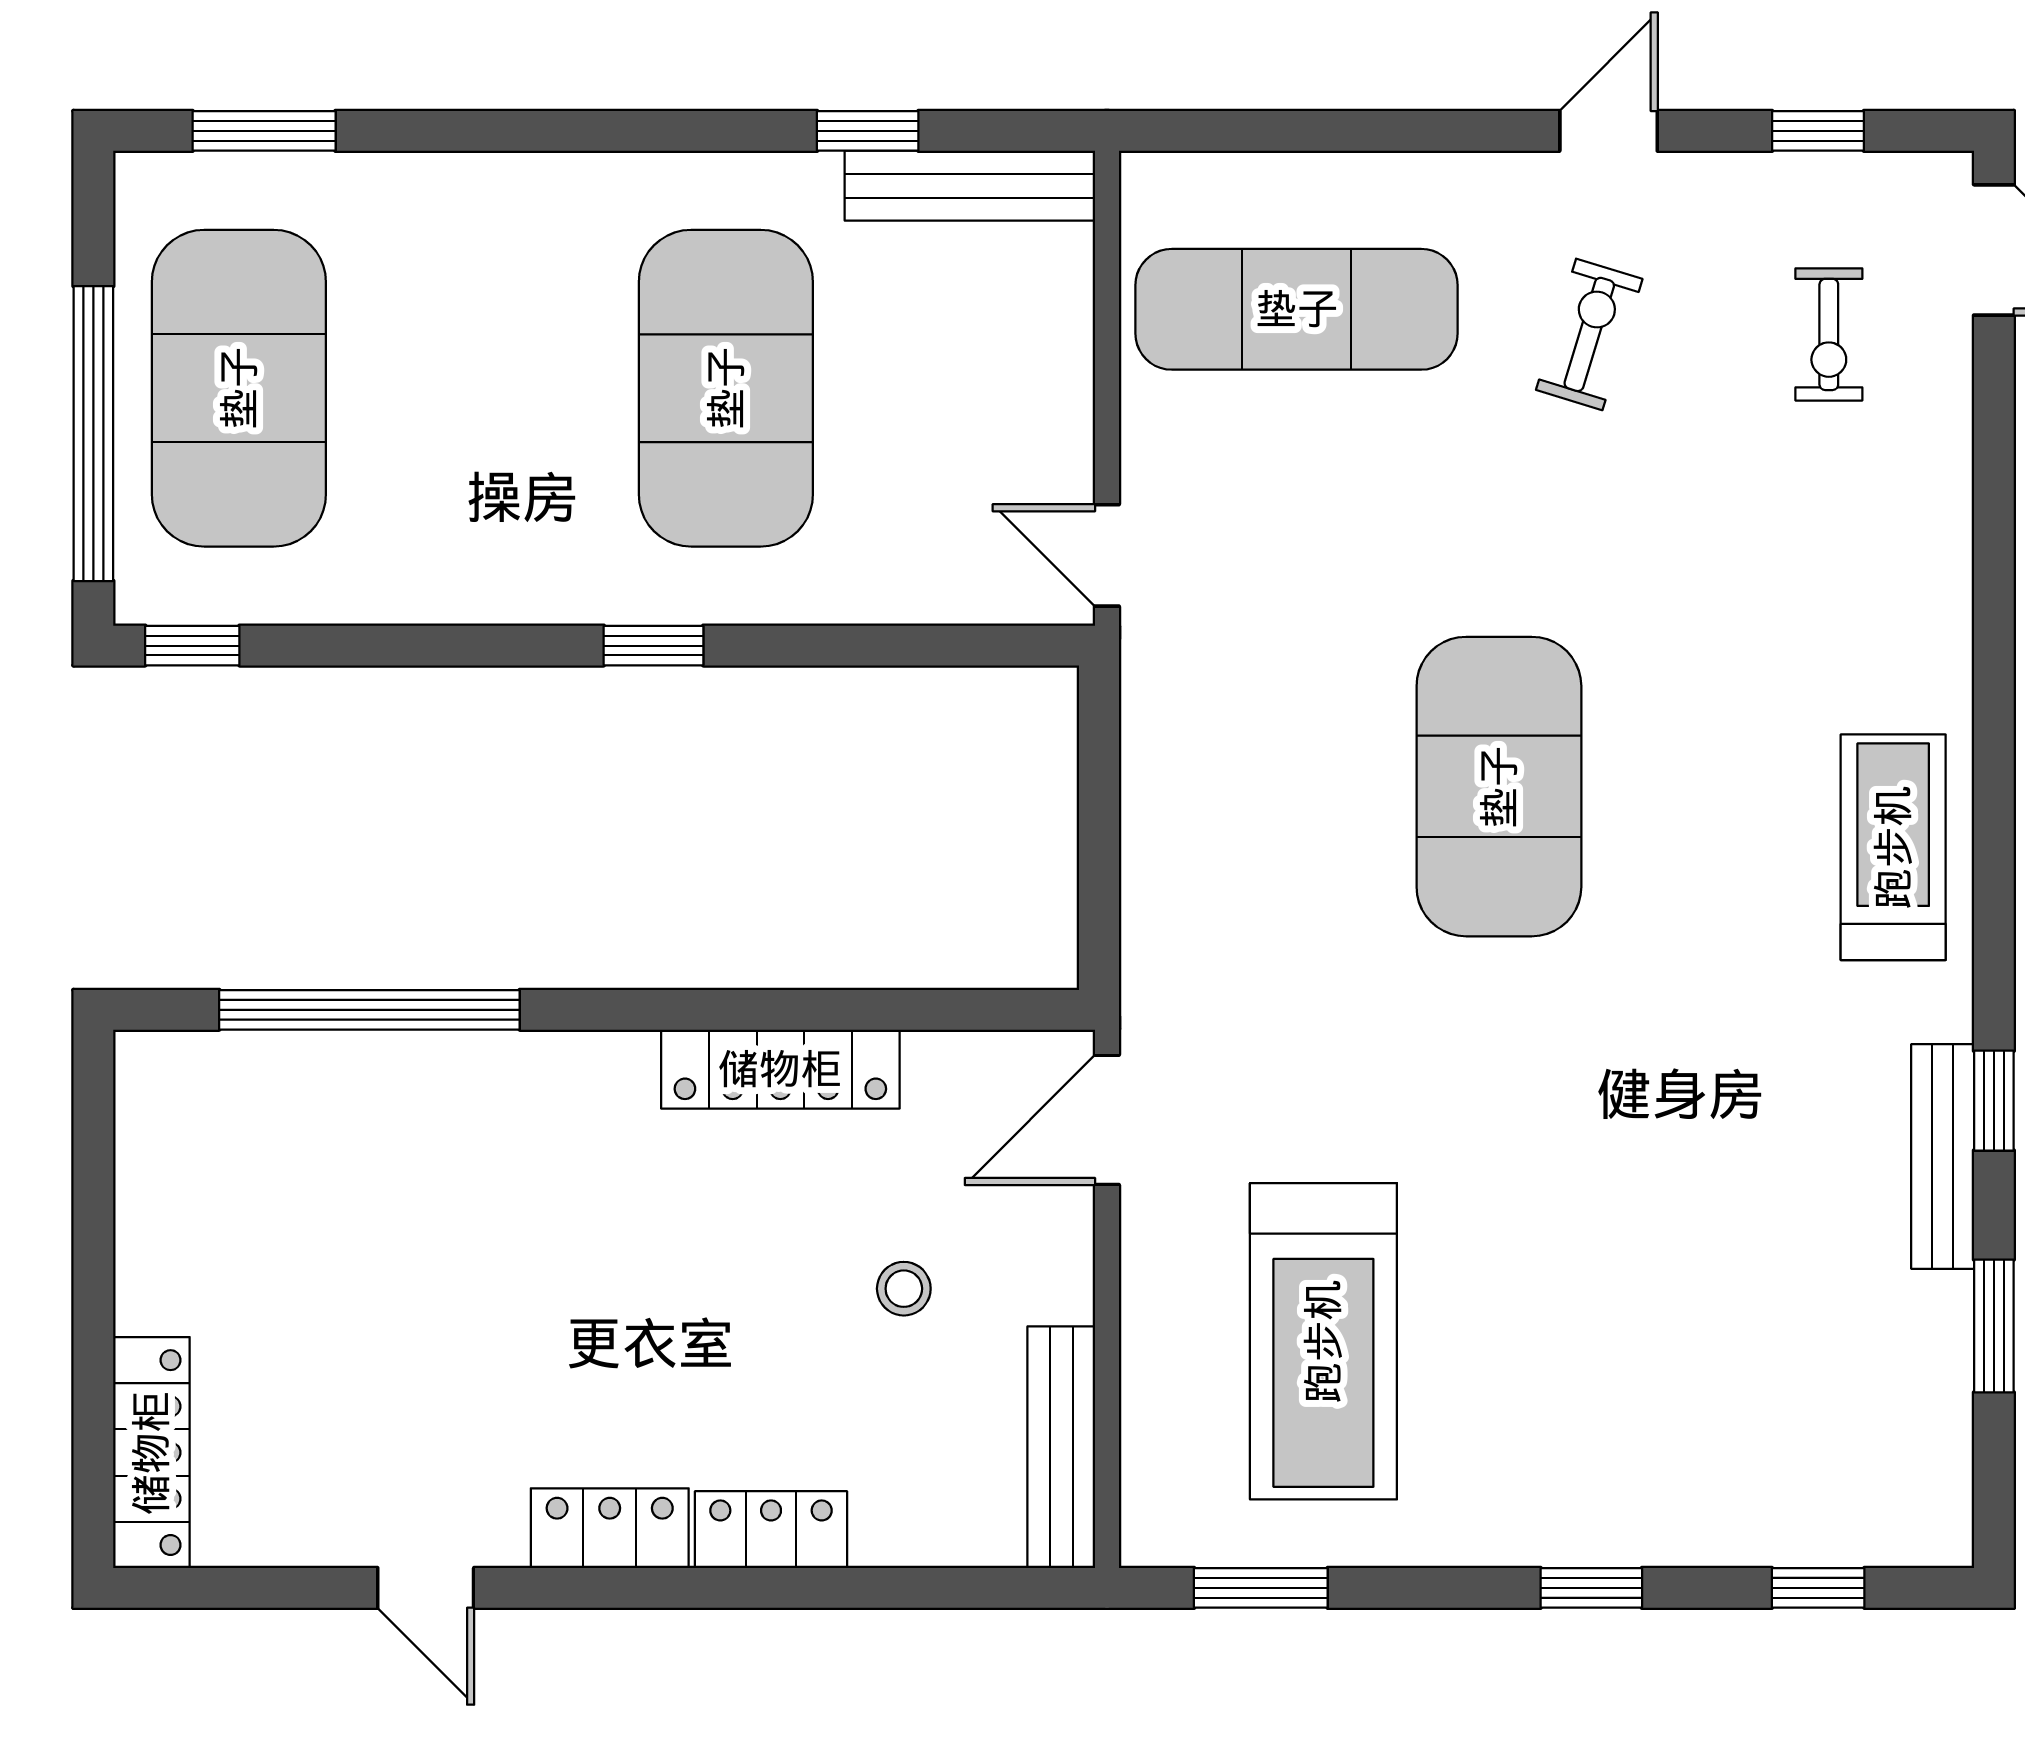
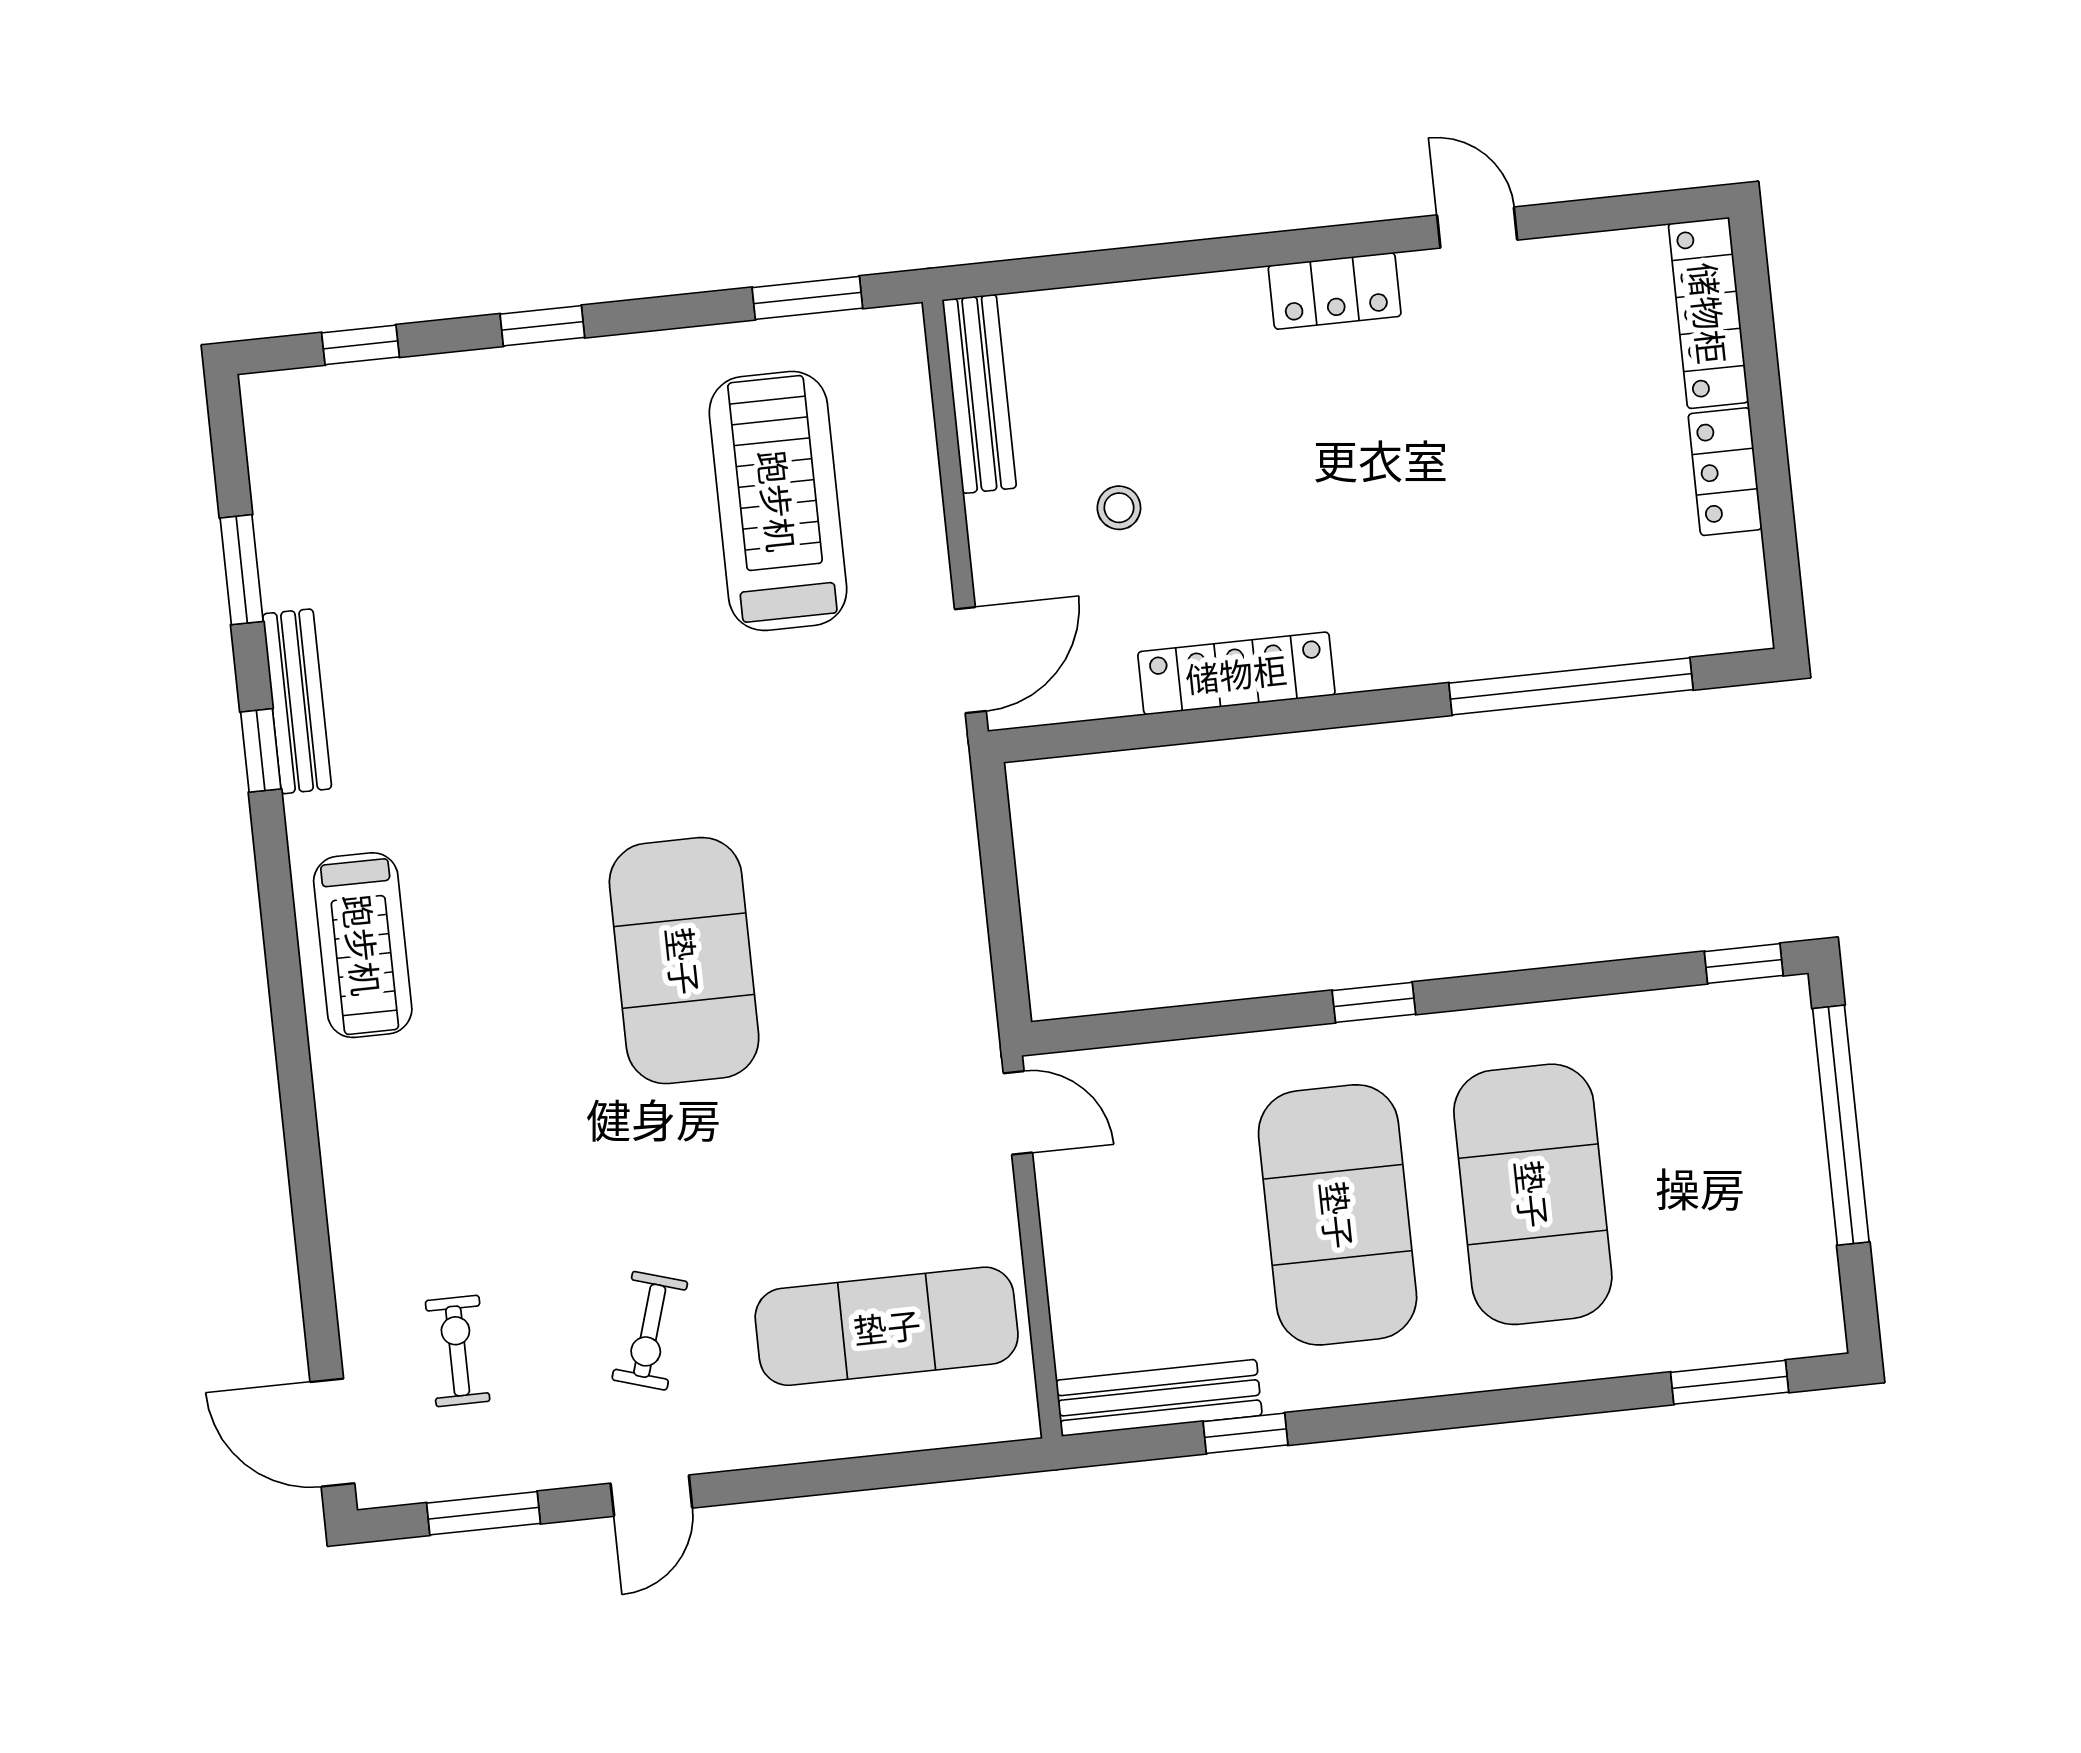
window: (1818, 131) -> (483, 1513), width x1.50
exercise mat: (239, 388) -> (1533, 1194), moved
locker: (771, 1530) -> (1725, 472), moved, turned 90

